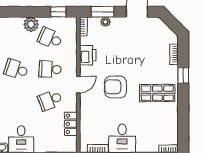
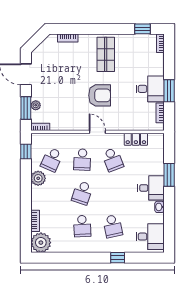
printer: (88, 55) -> (68, 123), removed
window: (183, 75) -> (142, 29), moved
armchair: (115, 87) -> (100, 95), turned -90

